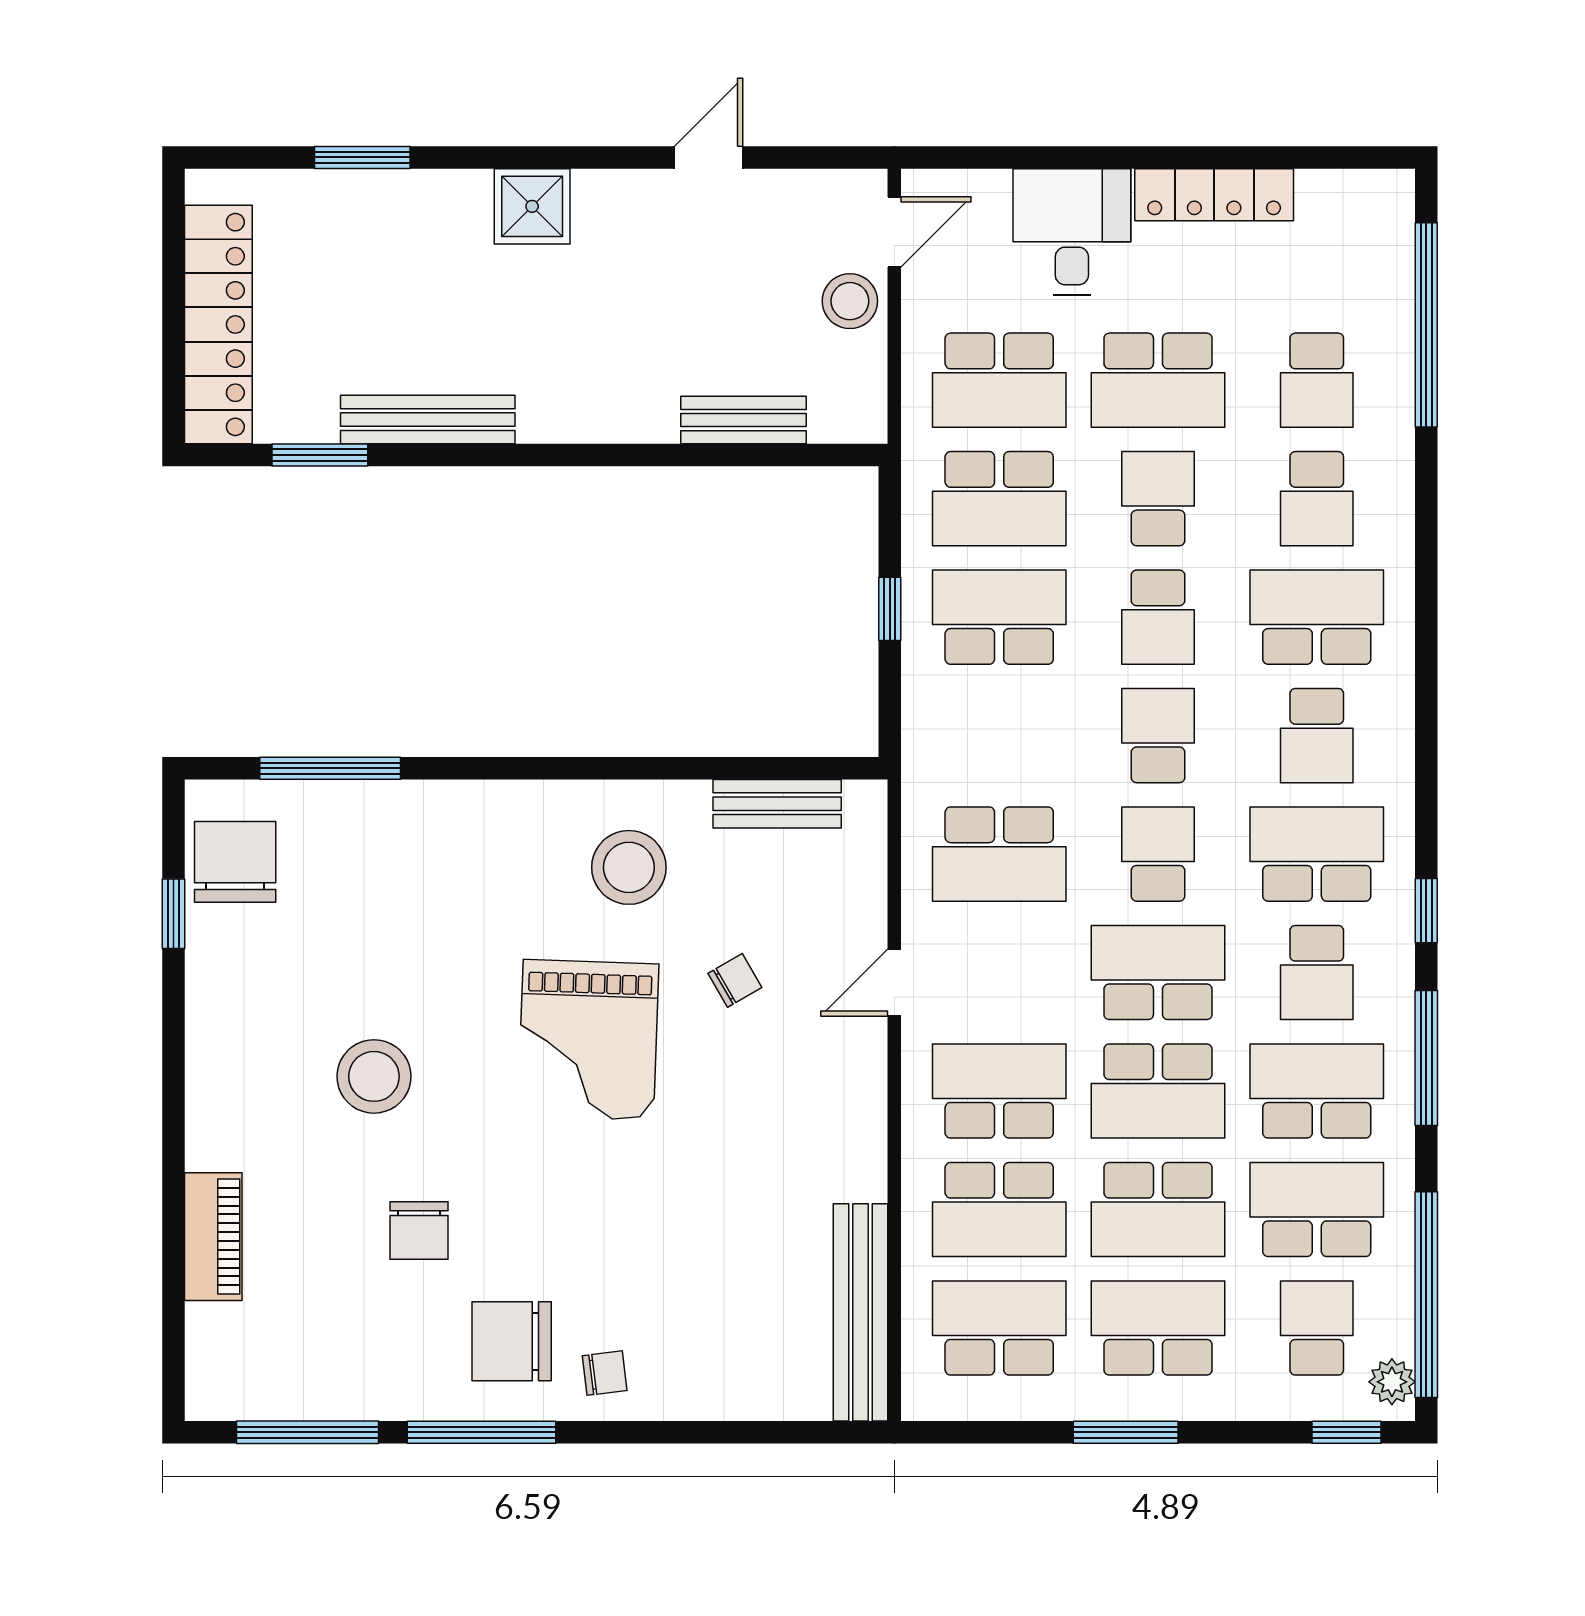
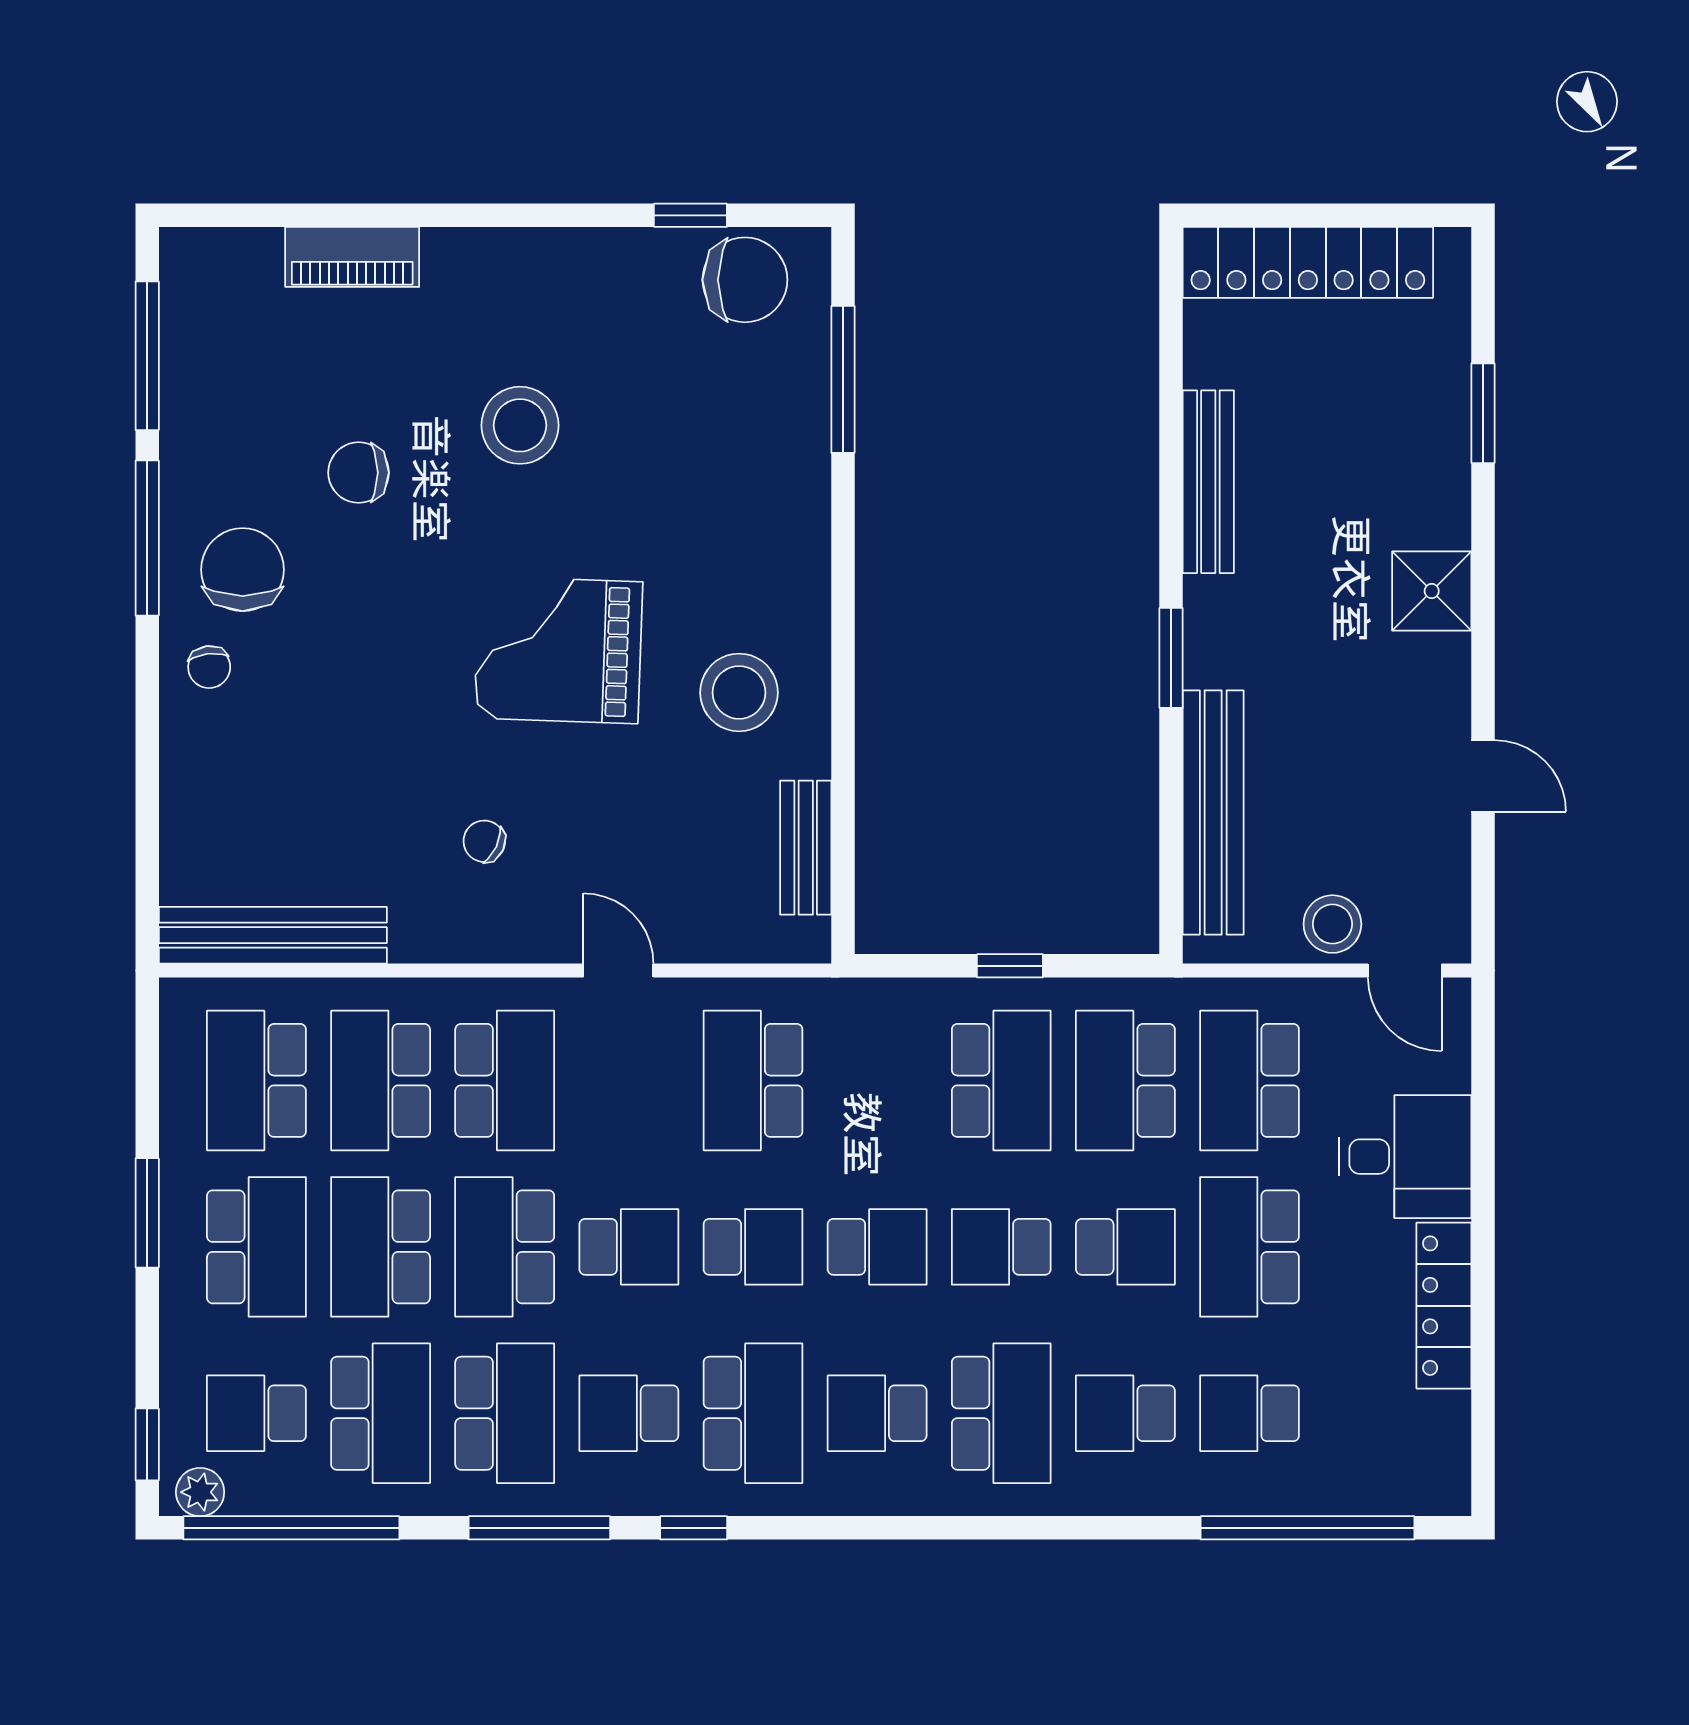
bench: (743, 420) -> (1213, 813), width x1.86, depth x1.21
window: (320, 455) -> (1171, 658), moved
school desk: (1158, 973) -> (629, 1247), width x0.54
chair: (735, 980) -> (484, 841), moved, turned 145
school desk: (999, 1328) -> (256, 1080), turned 180
school desk: (1317, 1328) -> (256, 1413), turned 180

